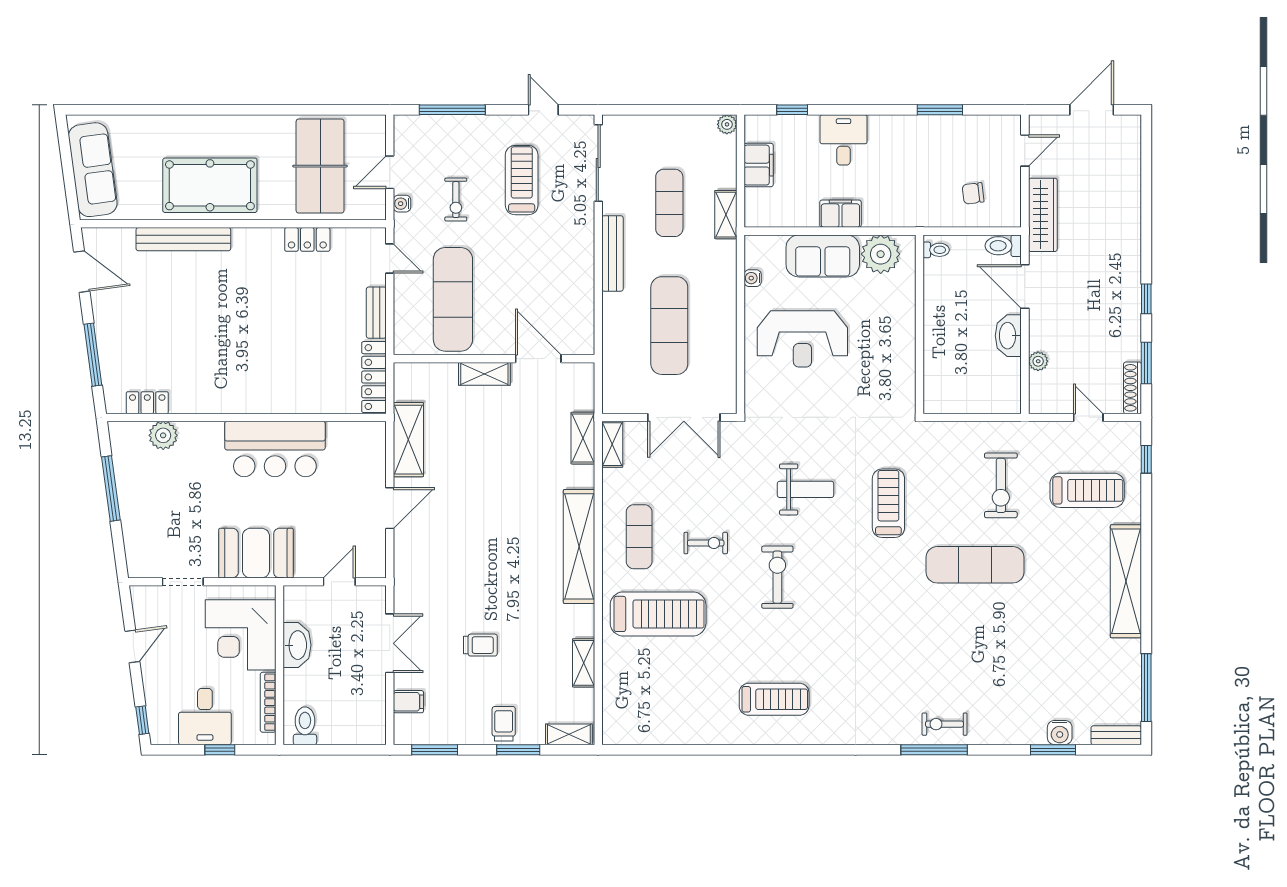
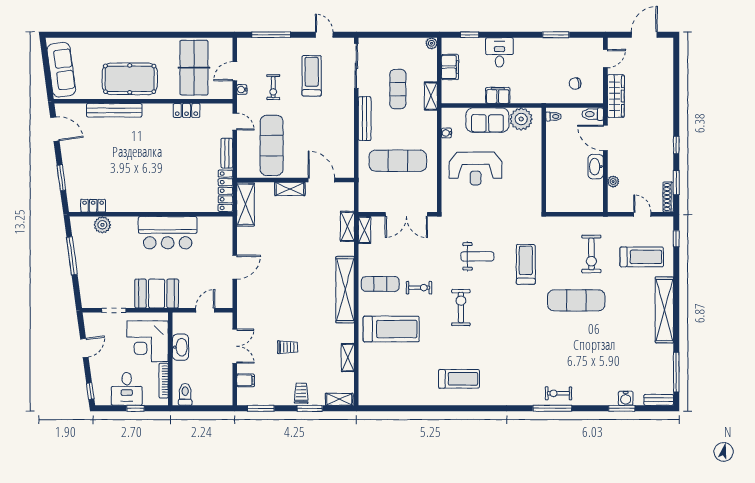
exercise mat: (669, 326) -> (398, 161), turned 90
window: (93, 355) -> (61, 178), width x0.69
shelving: (408, 440) -> (246, 204), moved
exercise mat: (639, 537) -> (380, 284), turned 90

